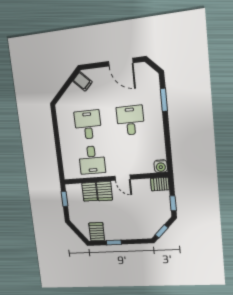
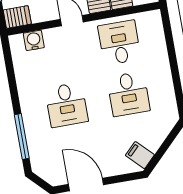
window: (164, 100) -> (22, 136), width x1.44
water cooler: (161, 166) -> (34, 40), moved

